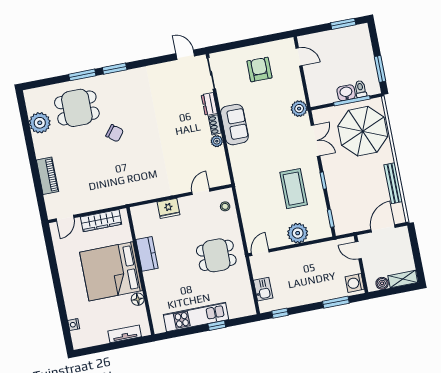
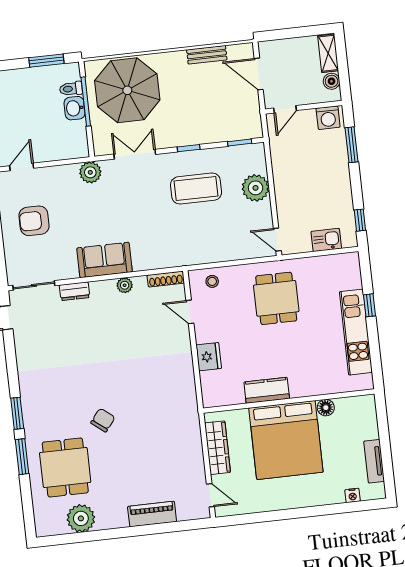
shoe rack: (215, 125) -> (166, 279), moved, width x1.43
bench: (393, 183) -> (207, 55), width x0.73
tv unit: (125, 334) -> (374, 461), moved

